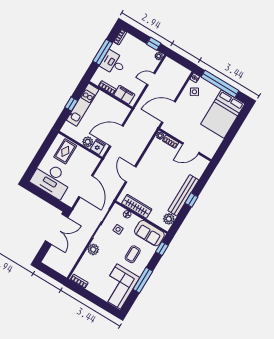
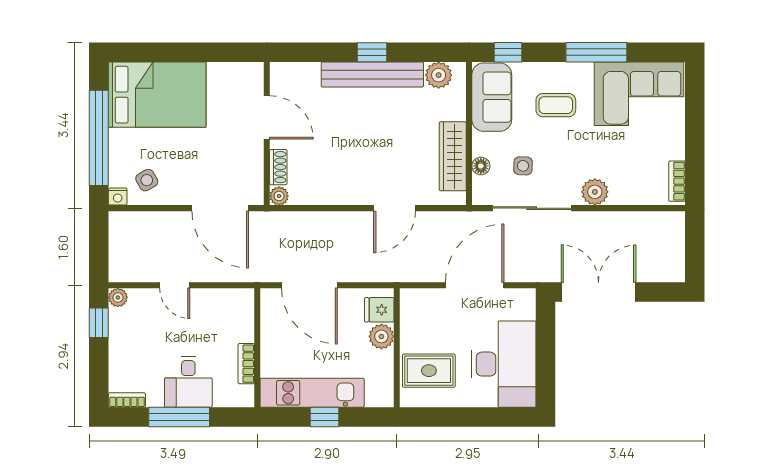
filing cabinet: (124, 95) -> (240, 320), removed
door: (116, 136) -> (309, 285), moved

